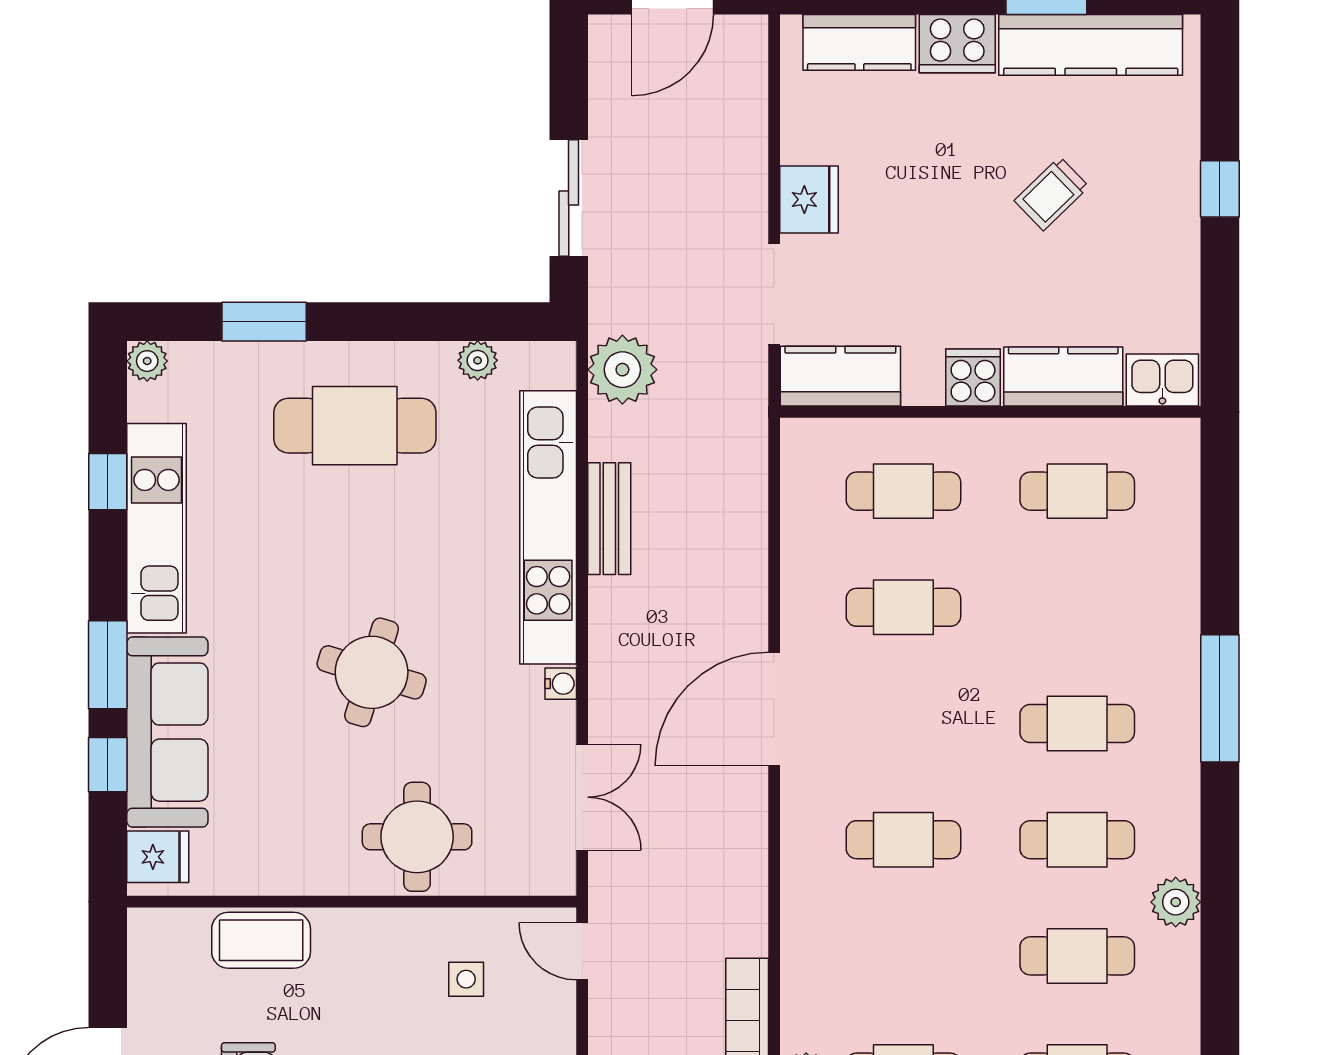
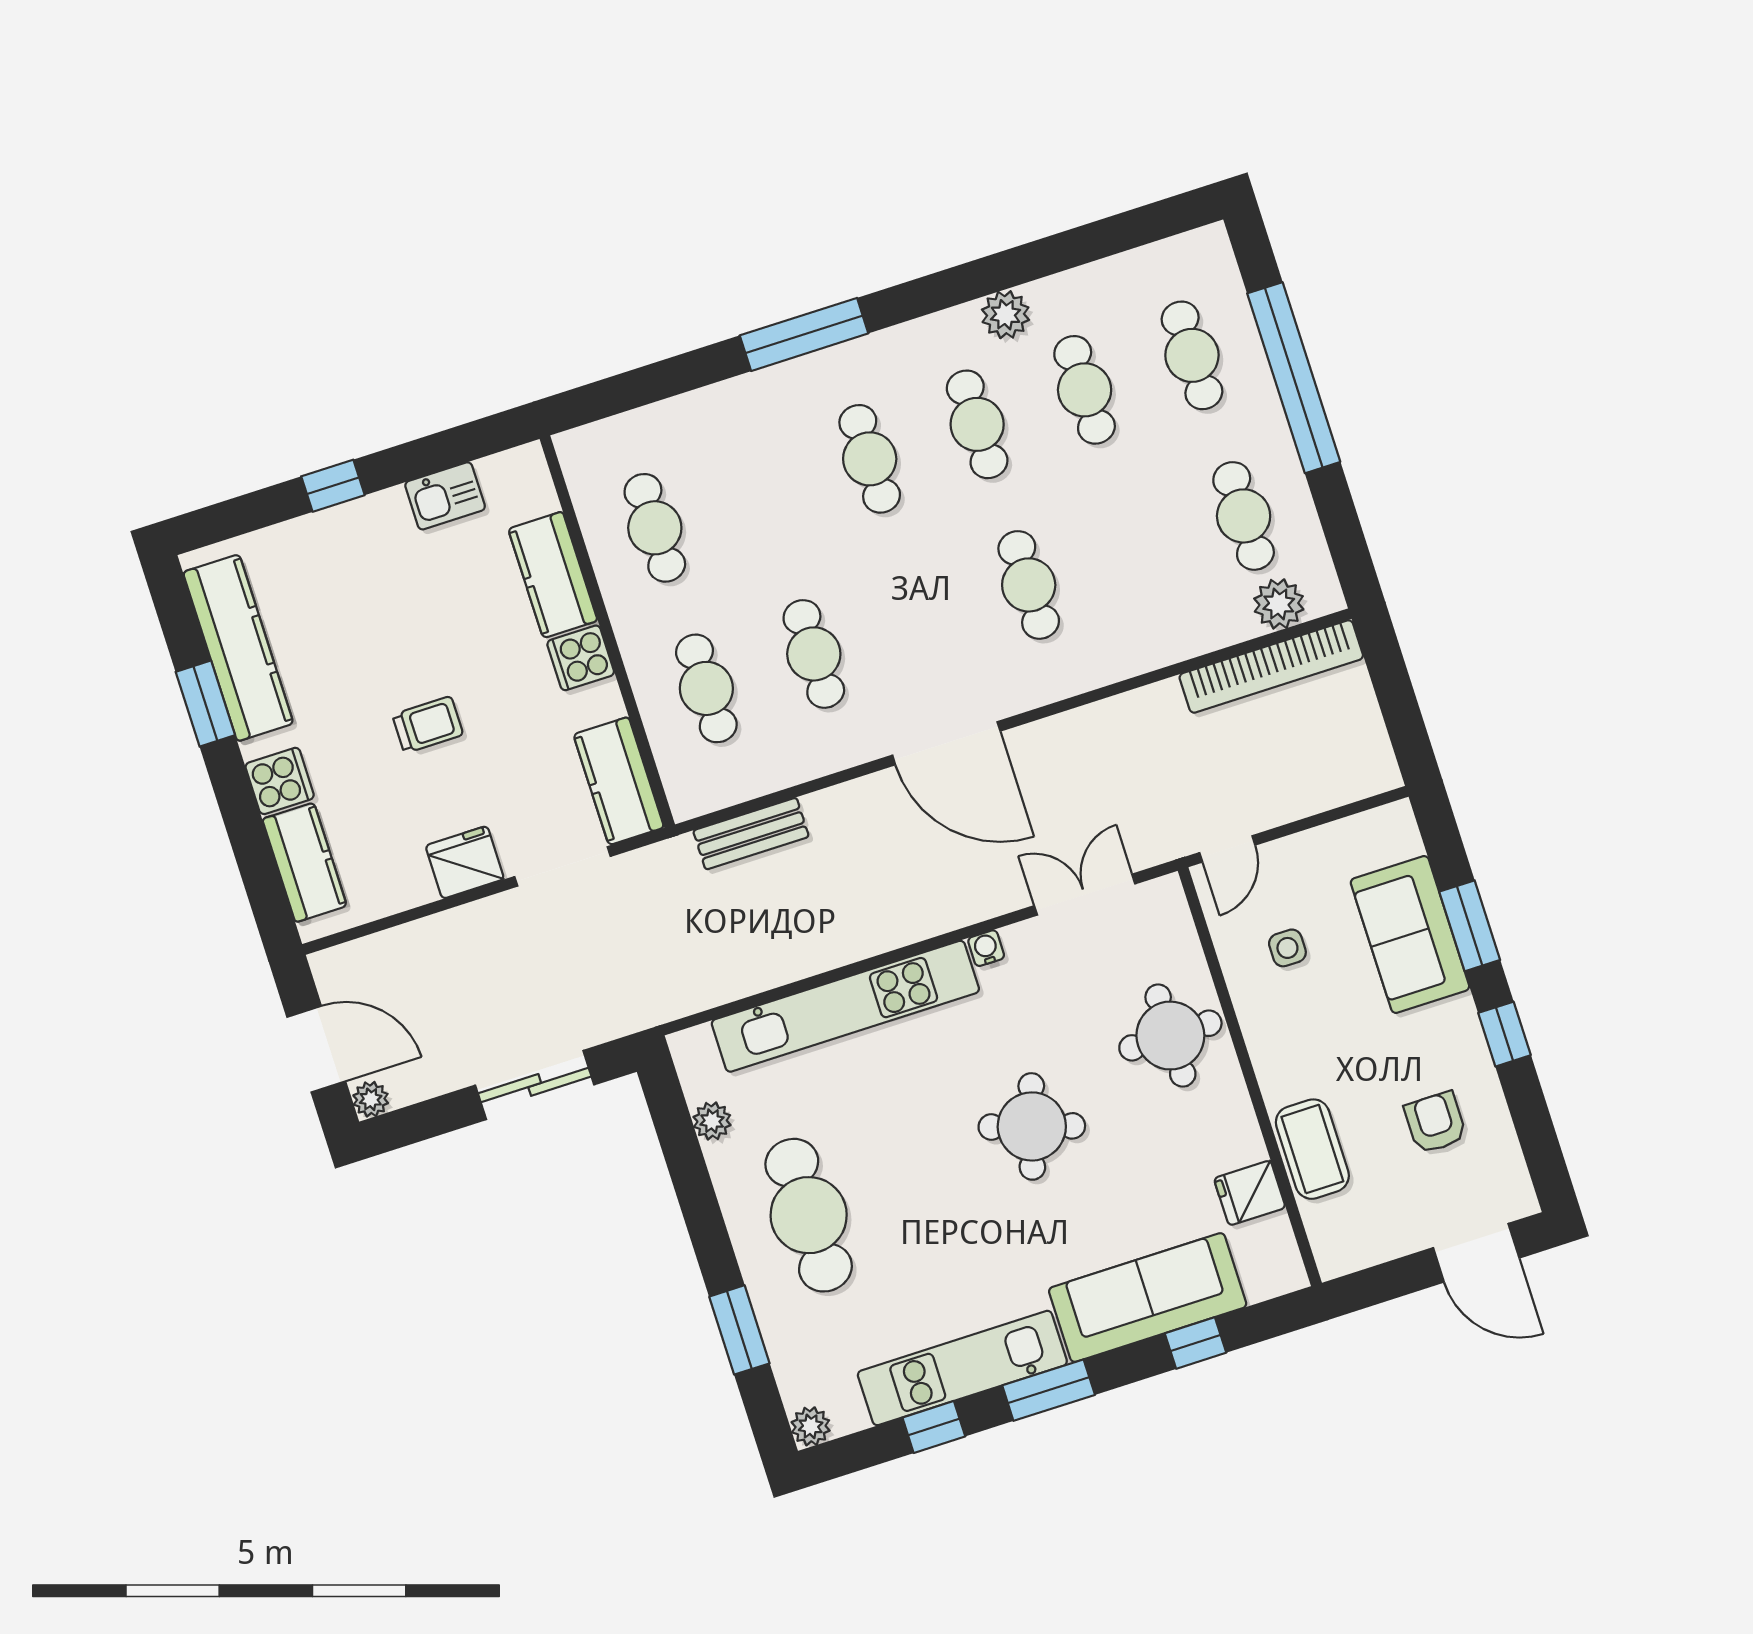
cooker: (957, 44) -> (280, 781), width x0.73
trolley: (1052, 194) -> (428, 725), moved, turned -46
plant: (622, 370) -> (371, 1099), moved, width x0.53, depth x0.53
kitchen sink: (1162, 380) -> (445, 496), moved, turned -90
bench: (609, 519) -> (751, 834), moved
window: (108, 665) -> (1049, 1390), moved
fridge: (158, 857) -> (1250, 1193), moved, turned -90

